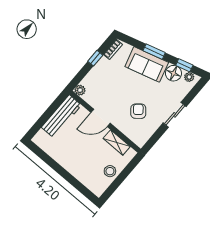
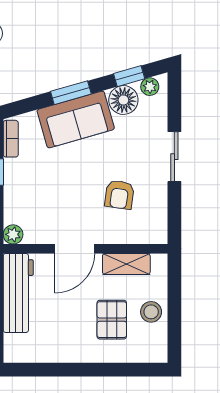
armchair: (138, 111) -> (119, 195), turned -132
pallet: (91, 160) -> (112, 320), added

